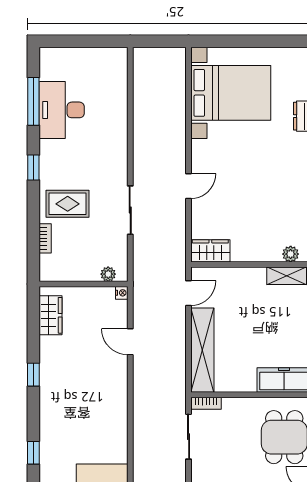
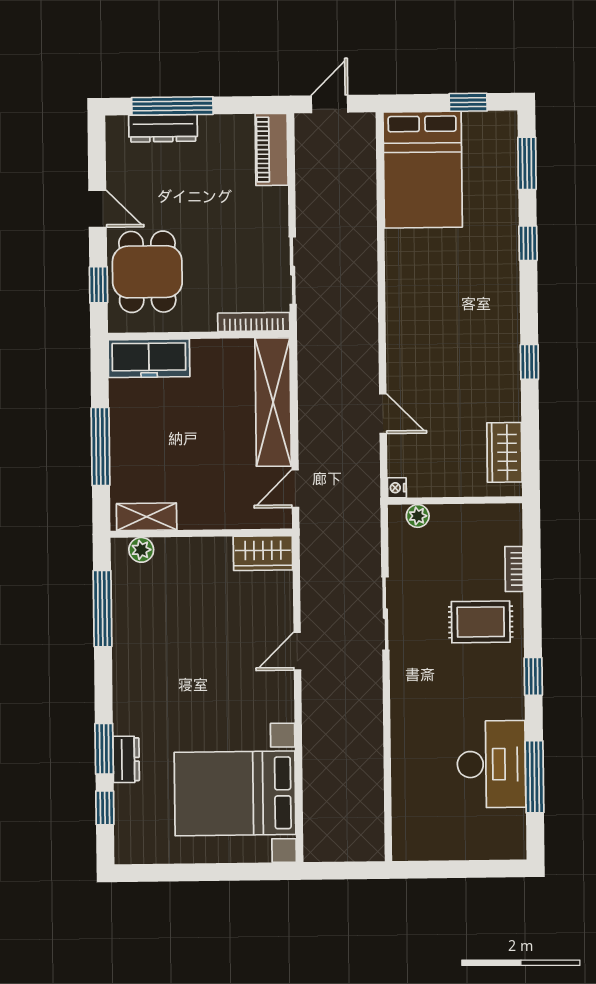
bookcase: (206, 403) -> (254, 322), width x1.56

